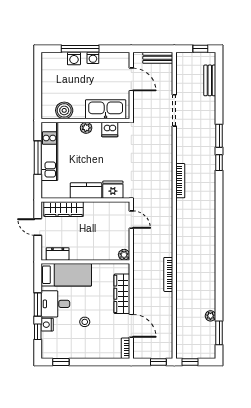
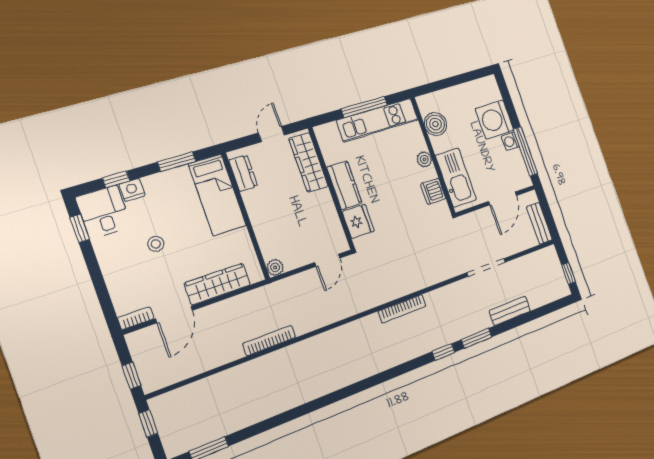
window: (80, 49) -> (525, 151), moved
washing machine: (74, 59) -> (495, 120), width x1.89, depth x1.89
bench: (210, 80) -> (510, 311), moved
desk: (55, 304) -> (103, 212), moved
window: (38, 305) -> (177, 162), moved
plant: (210, 316) -> (230, 426), removed

